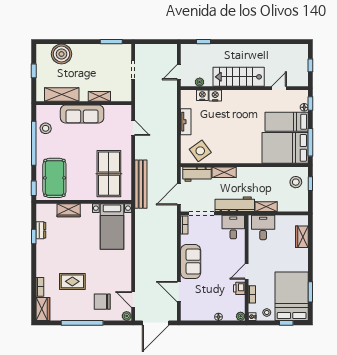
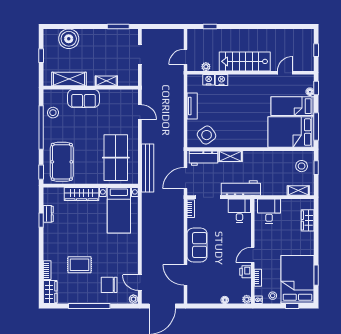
sofa: (82, 114) -> (83, 98), width x0.73
shelving: (266, 207) -> (298, 190), moved
wardrobe: (69, 210) -> (81, 194), width x1.50

